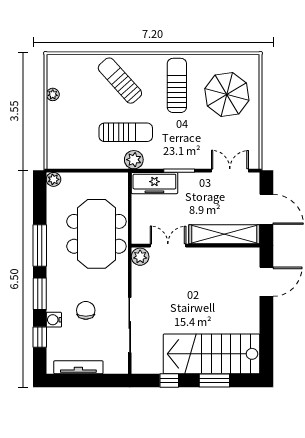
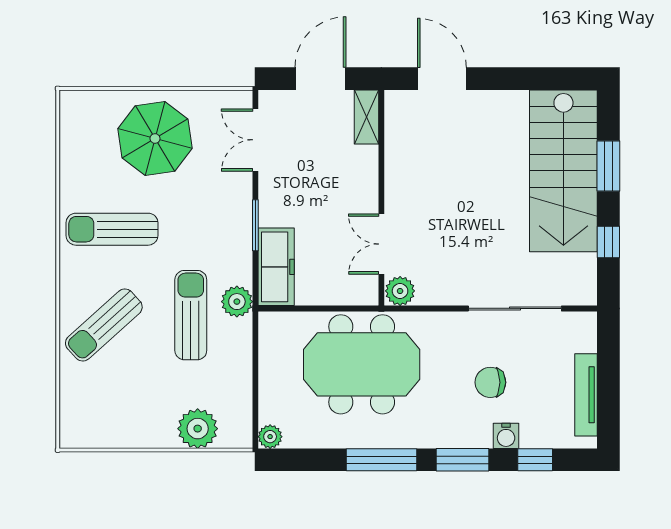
plant: (53, 94) -> (198, 429), moved, width x1.88, depth x1.88
parasol: (227, 95) -> (155, 138), moved
shelving: (224, 234) -> (366, 117), width x0.45, depth x0.75

